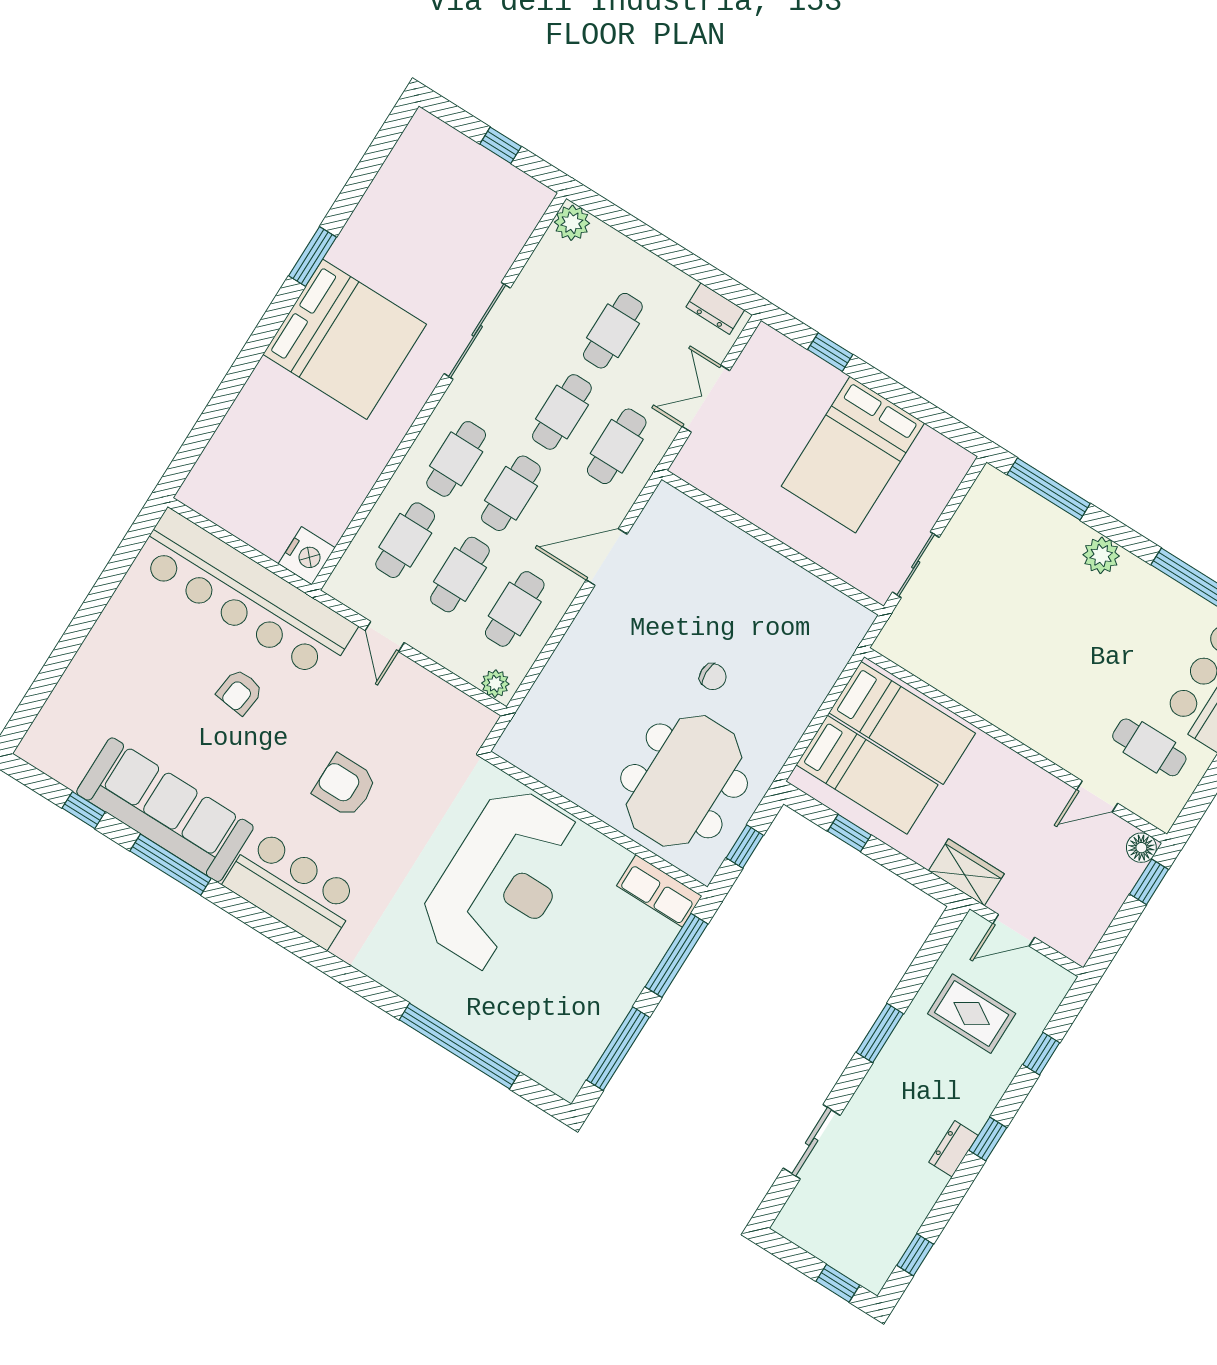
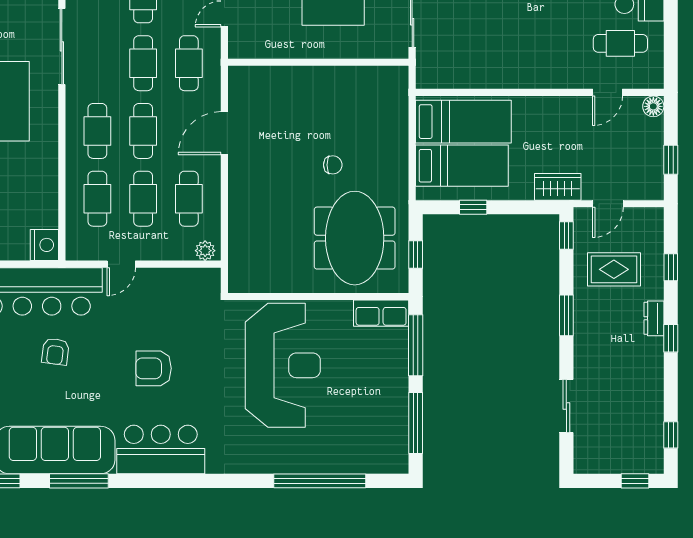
door: (385, 637) -> (121, 264), hinge flipped
window: (1149, 882) -> (671, 160), moved
window: (940, 937) -> (566, 236), added
dresser: (954, 1149) -> (654, 318), moved

